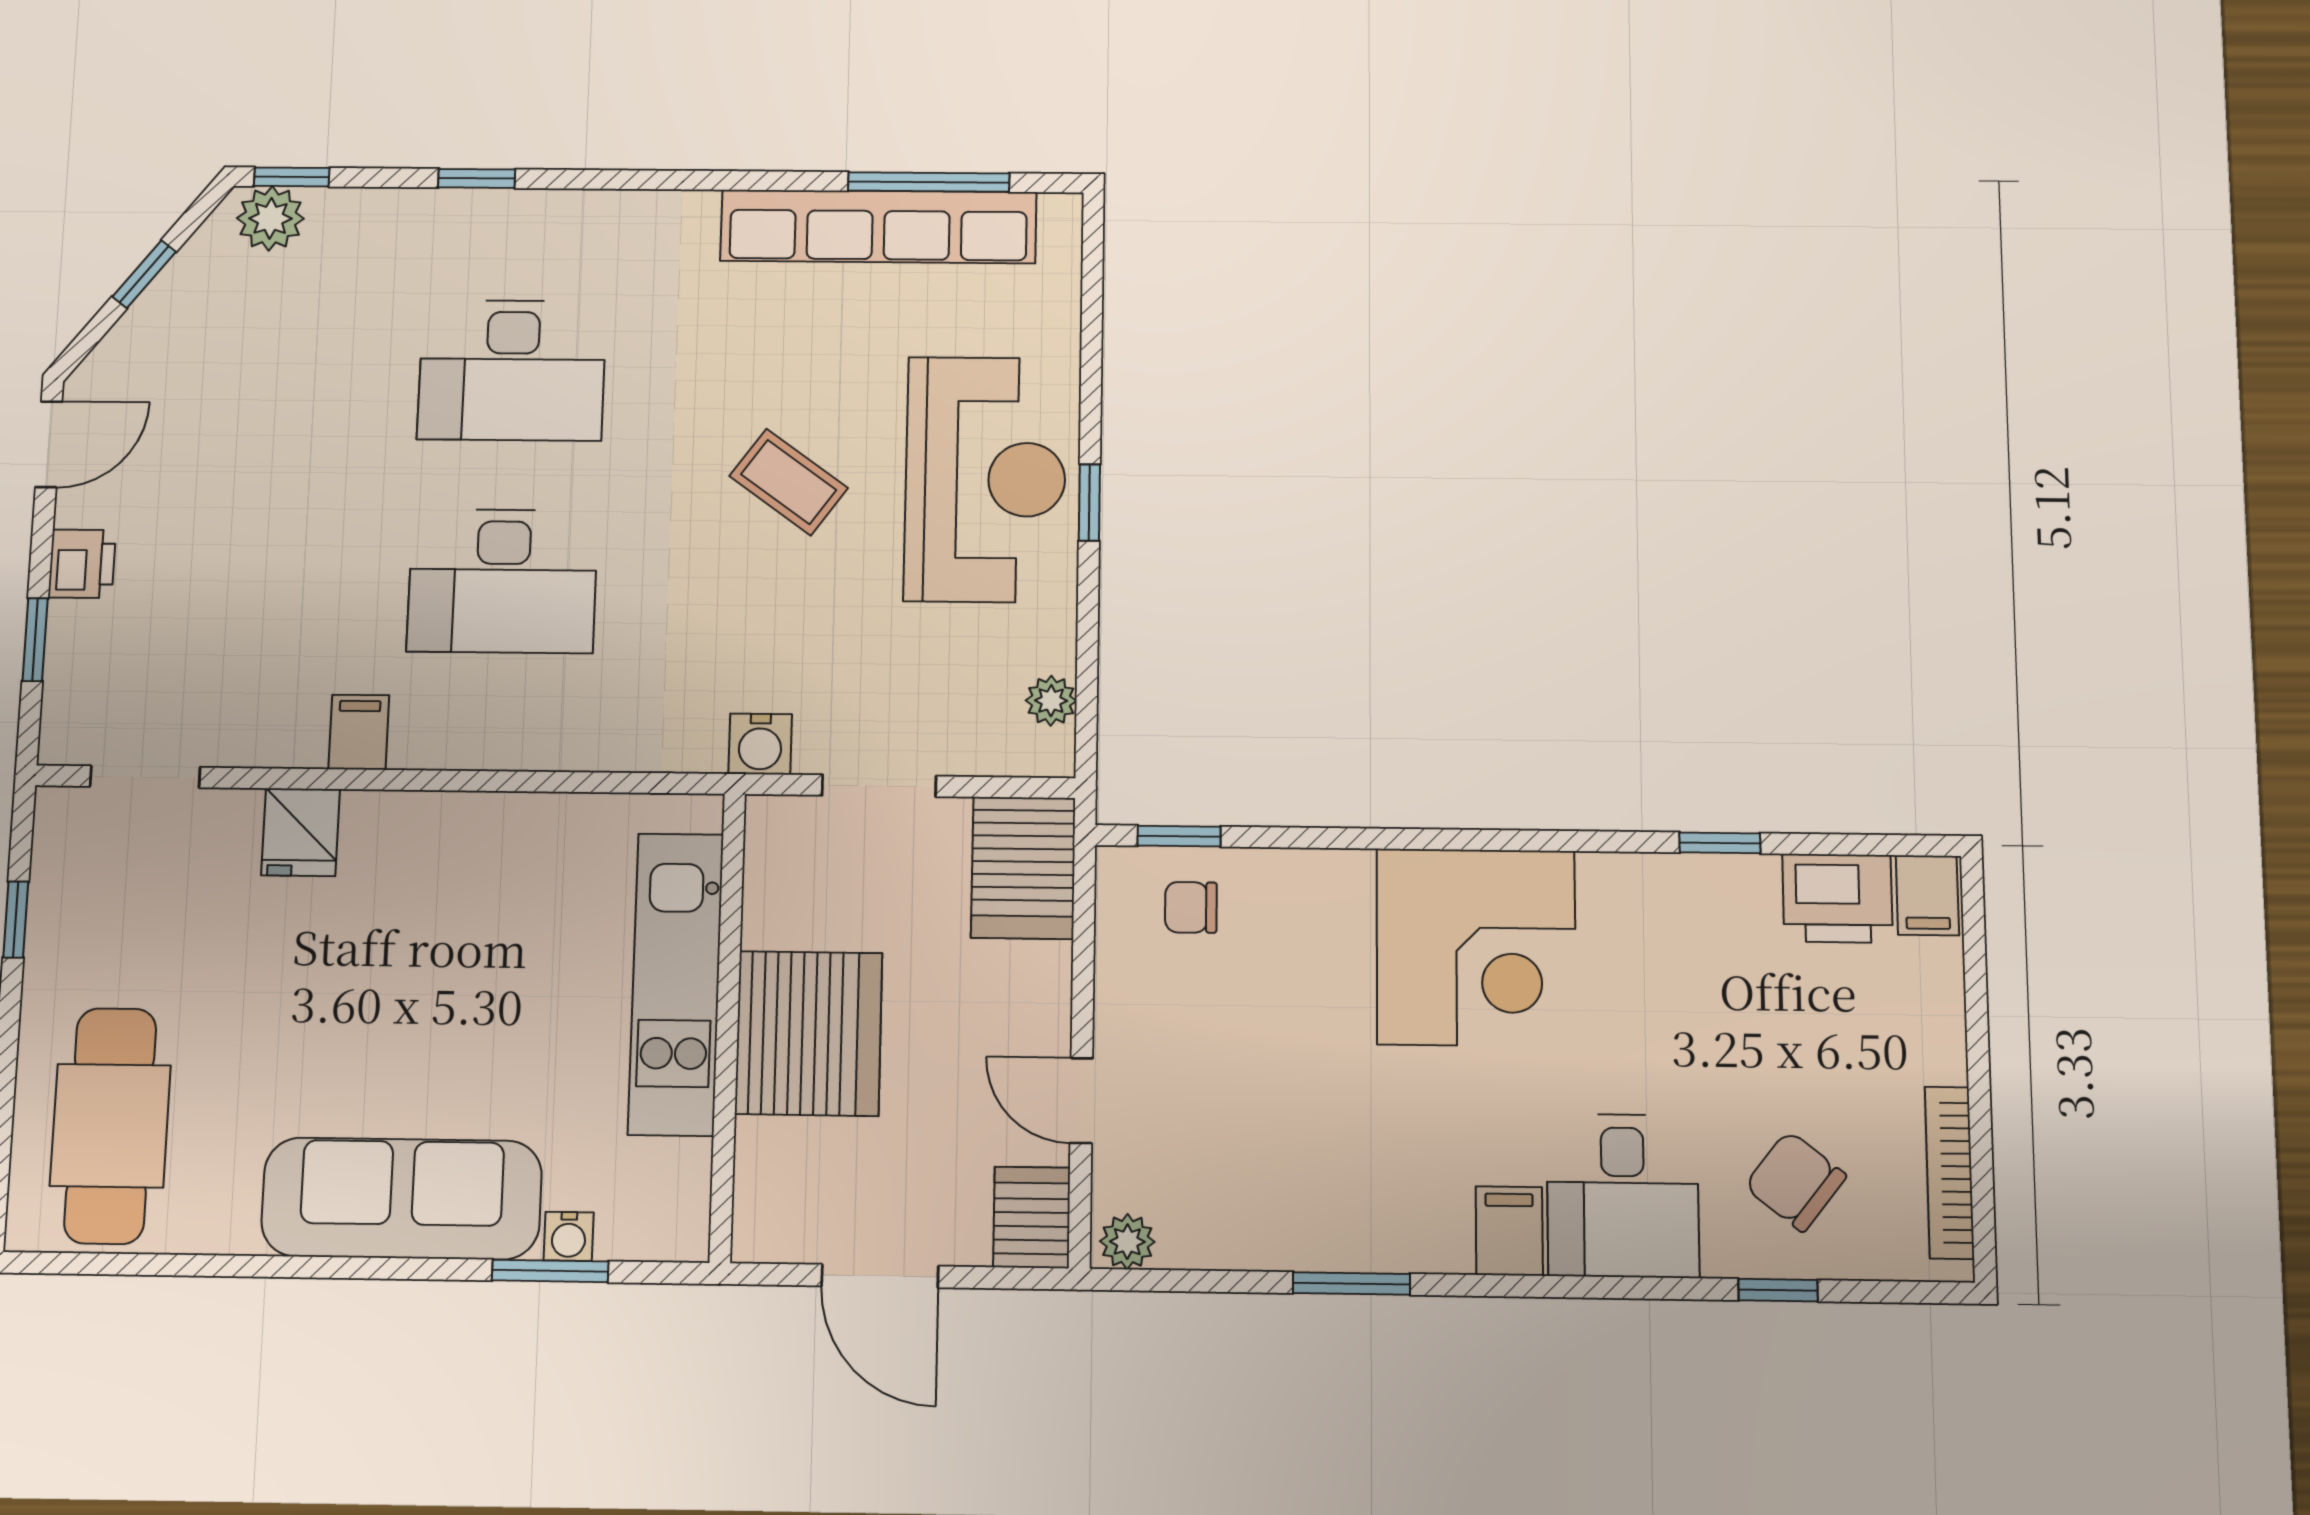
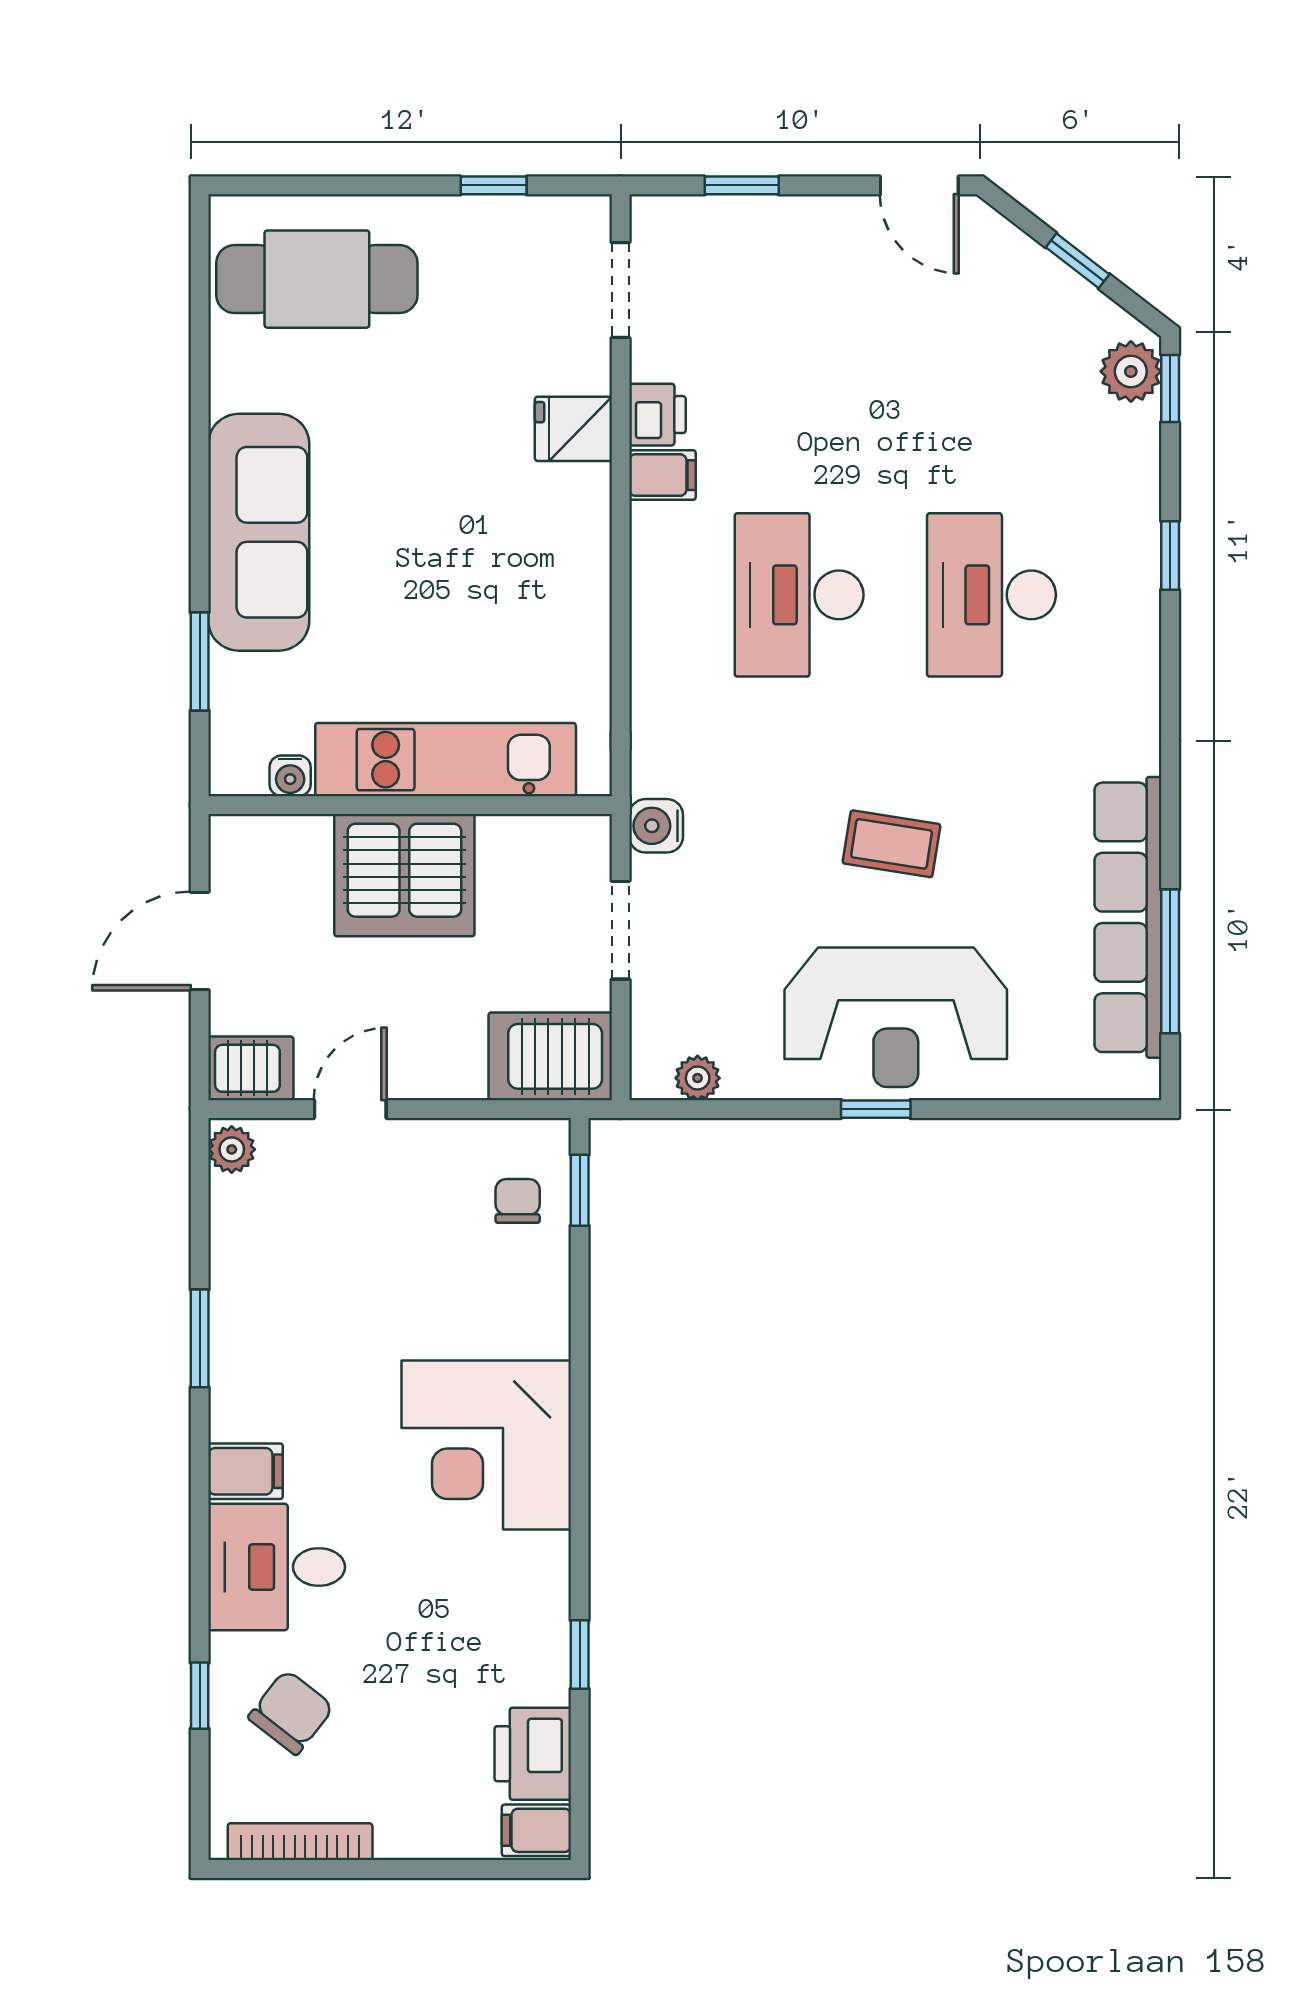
coffee table: (789, 482) -> (892, 844), turned 63
printer: (82, 564) -> (657, 415), moved, turned -90
water cooler: (569, 1236) -> (290, 776), moved, turned -90

